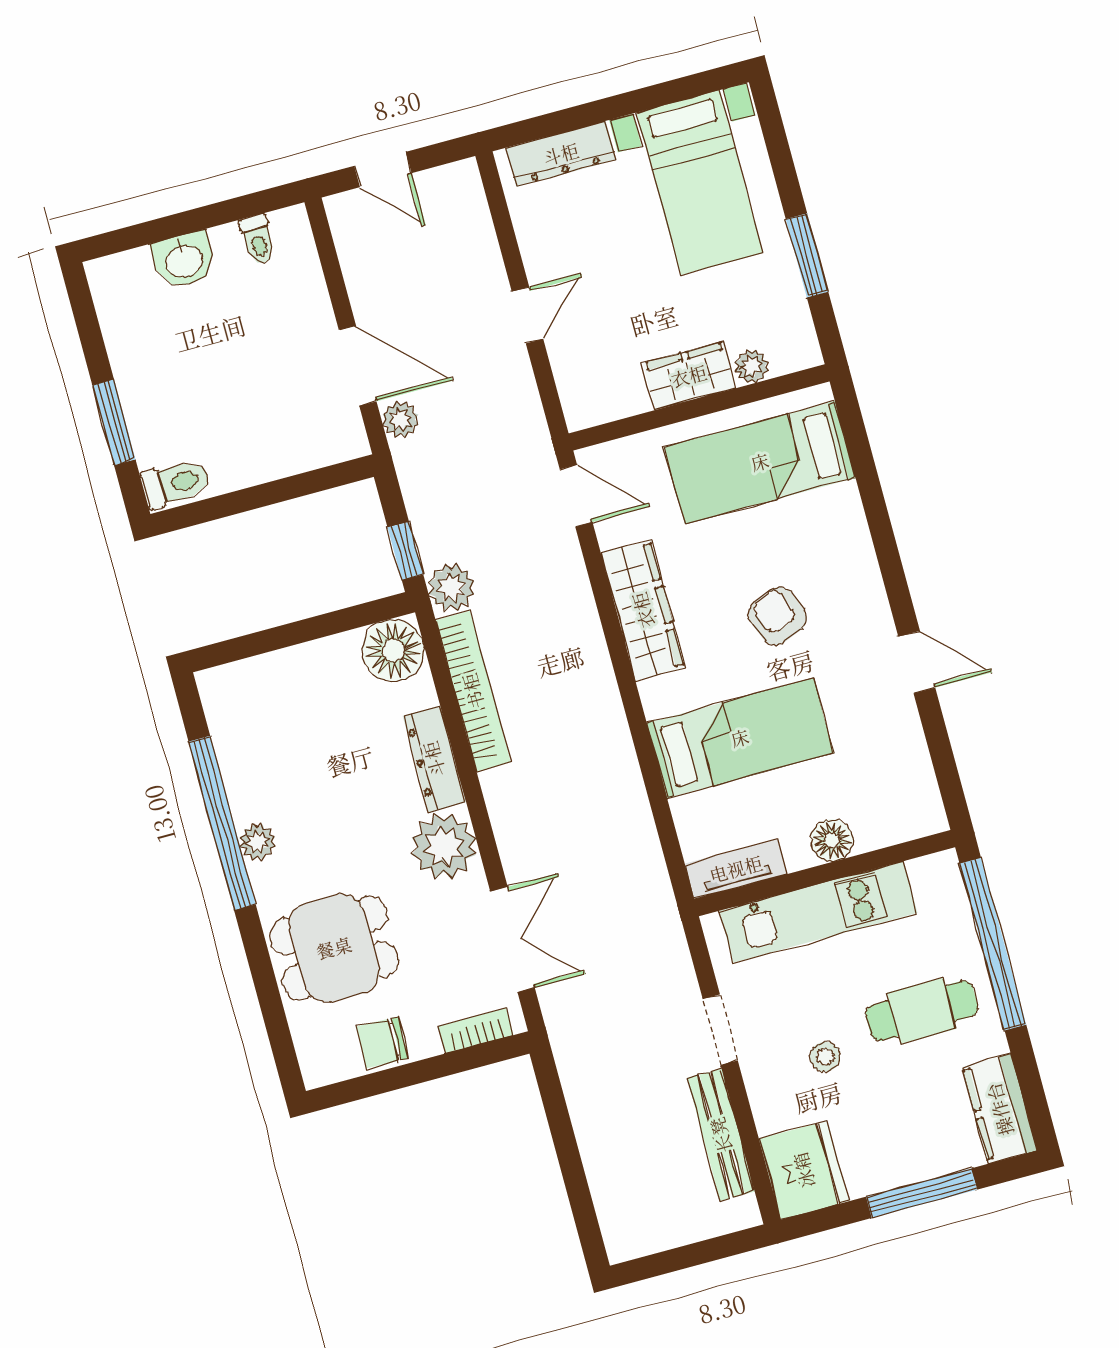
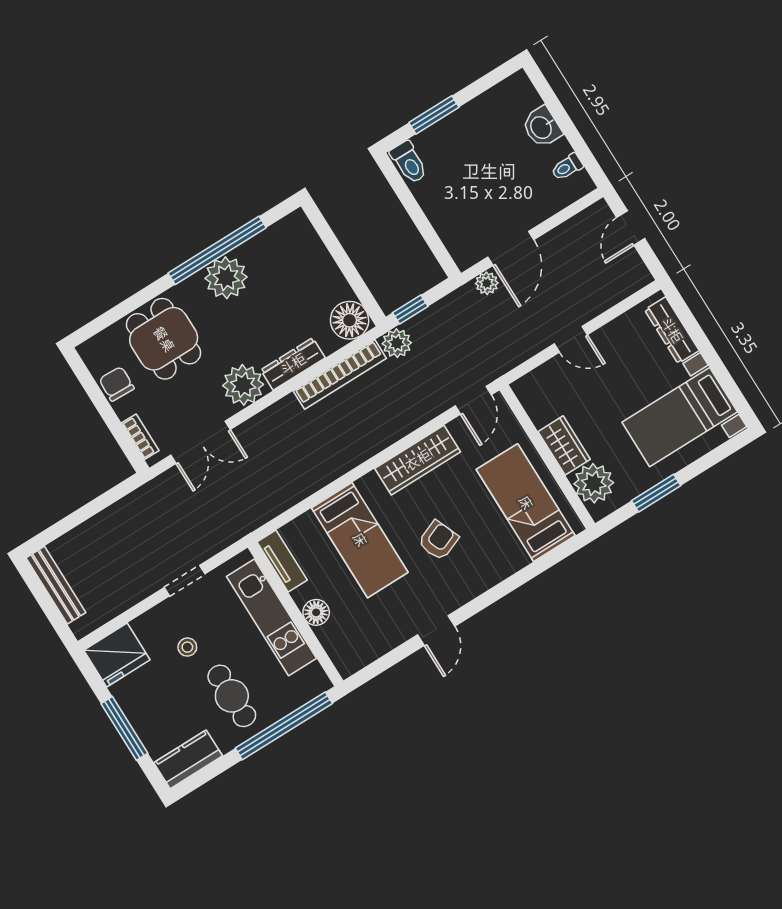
plant: (752, 366) -> (594, 483), width x1.88, depth x1.88
plant: (258, 842) -> (226, 278), width x1.87, depth x1.87
bench: (721, 1135) -> (56, 585), moved, turned 90

